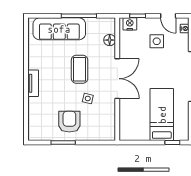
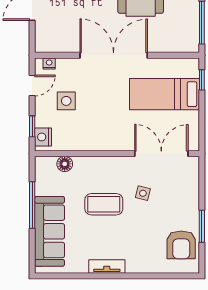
double door: (117, 79) -> (161, 154), moved
tv unit: (33, 83) -> (107, 266), moved
armchair: (69, 122) -> (181, 245), moved, turned -90

